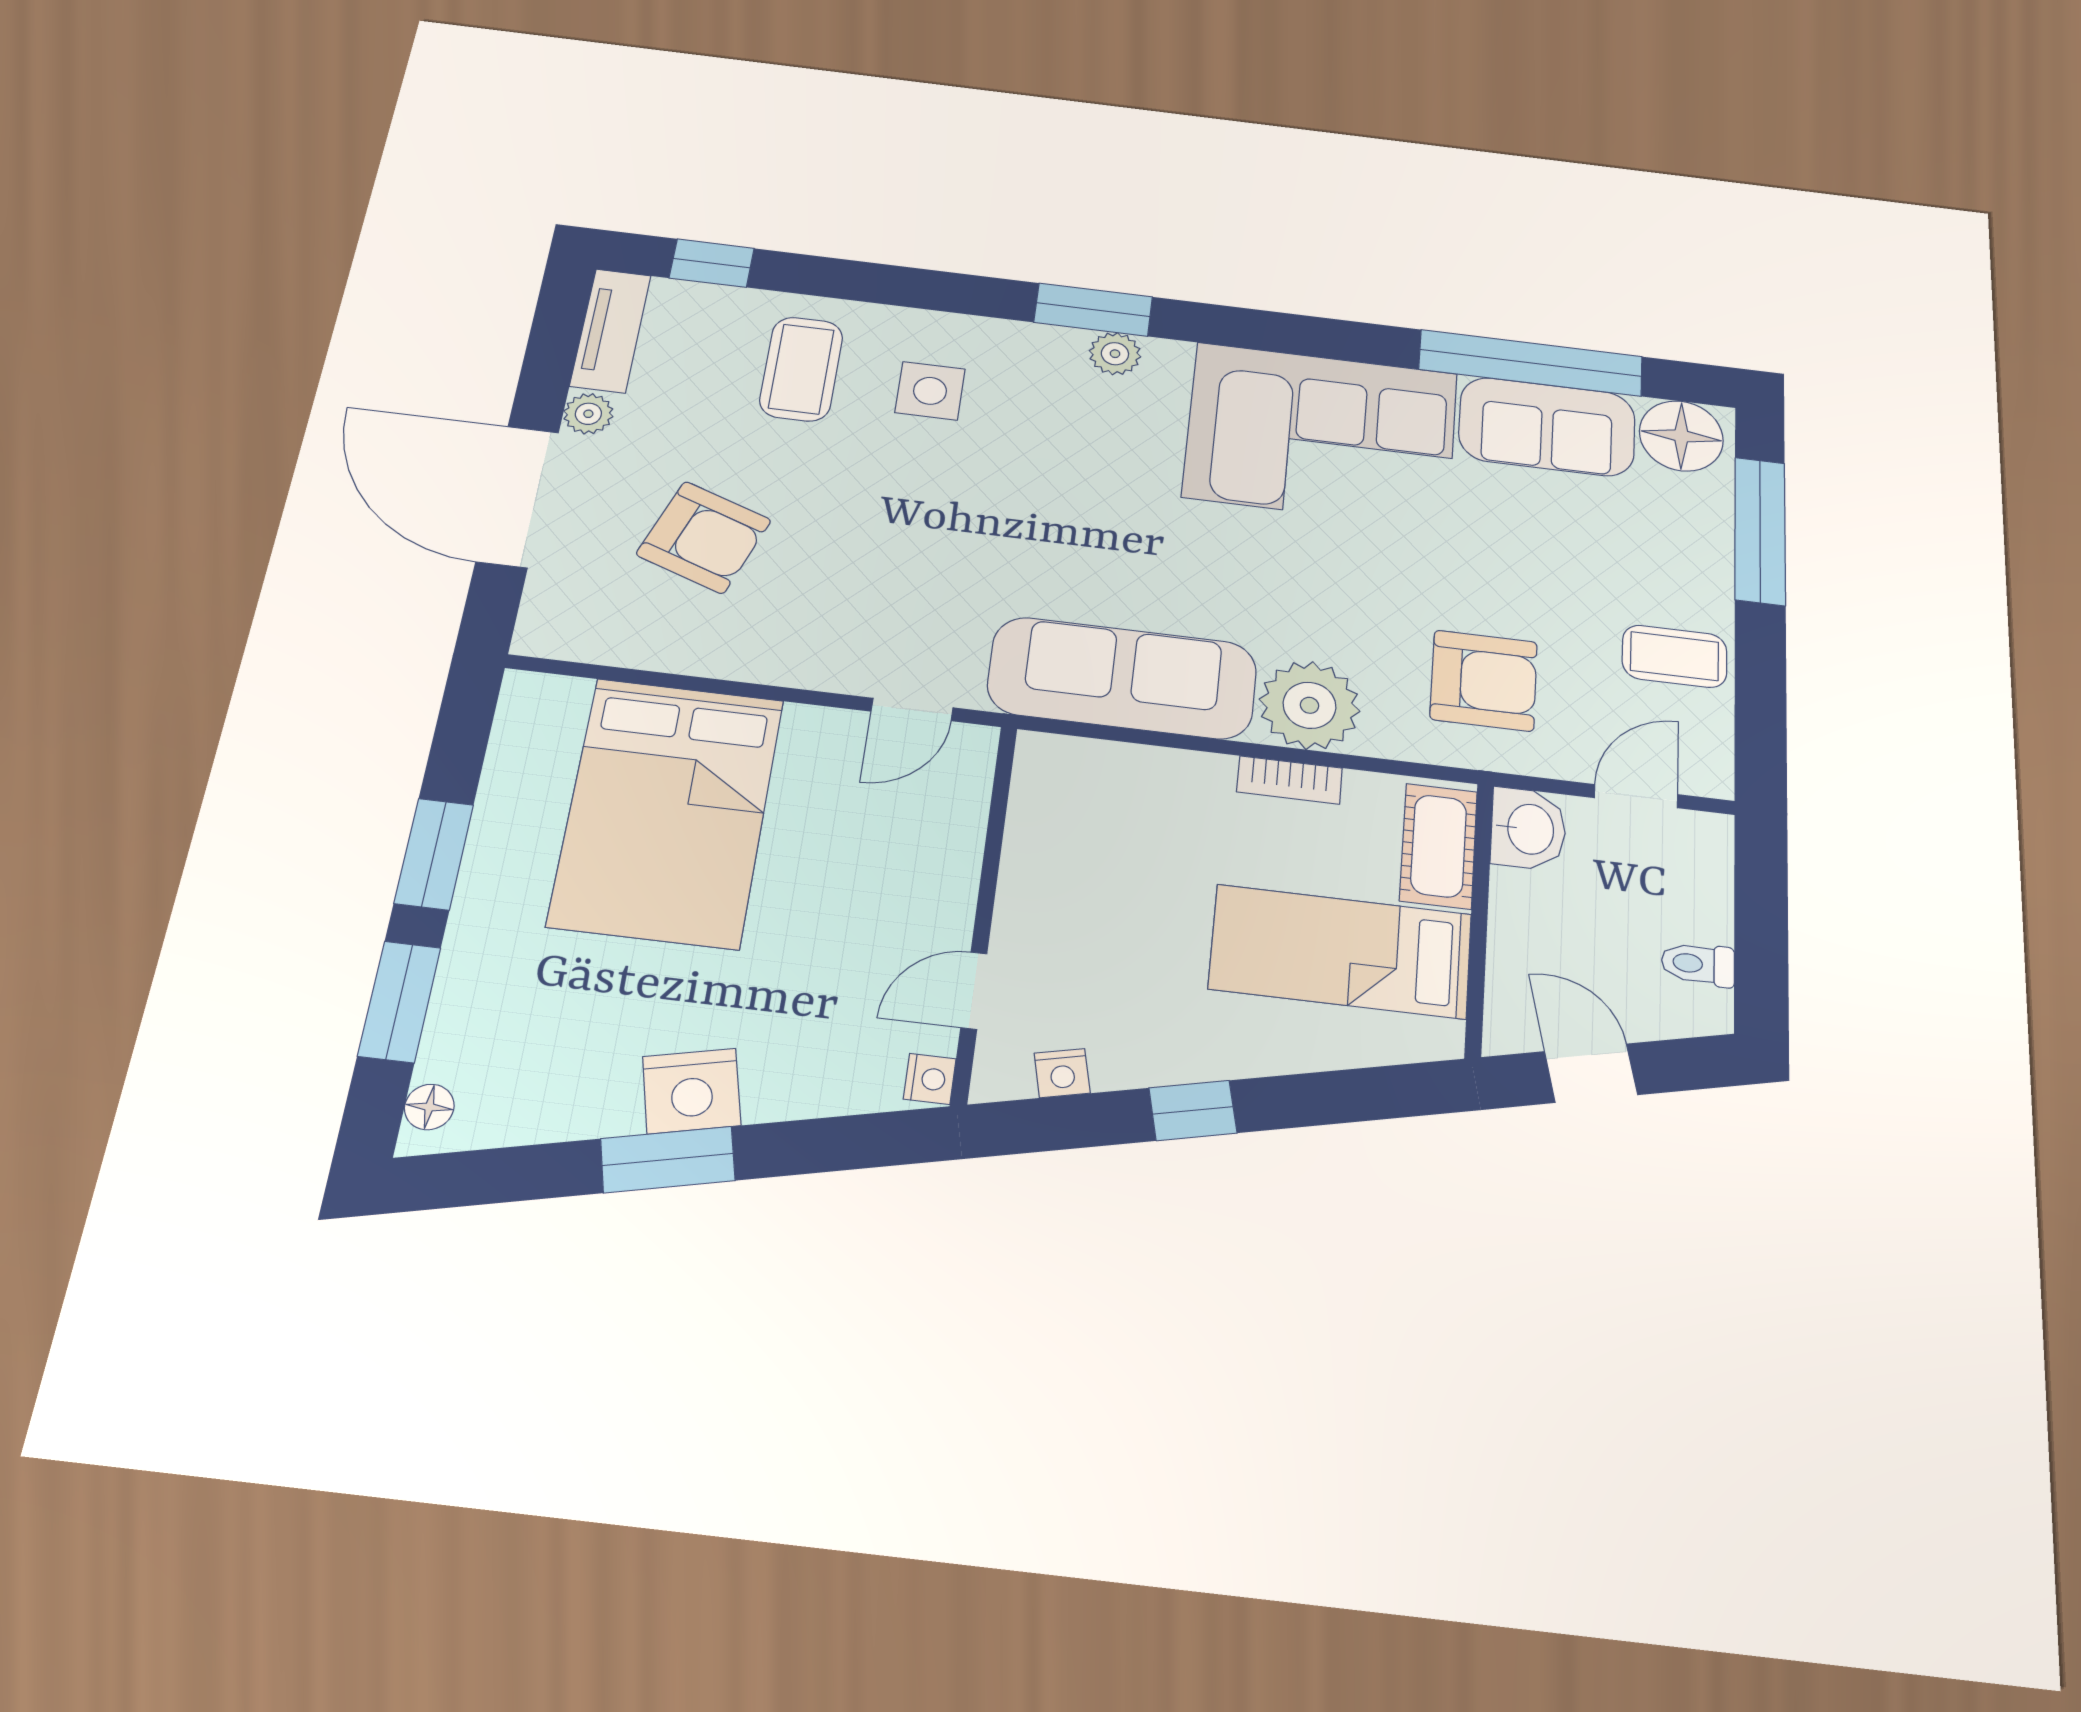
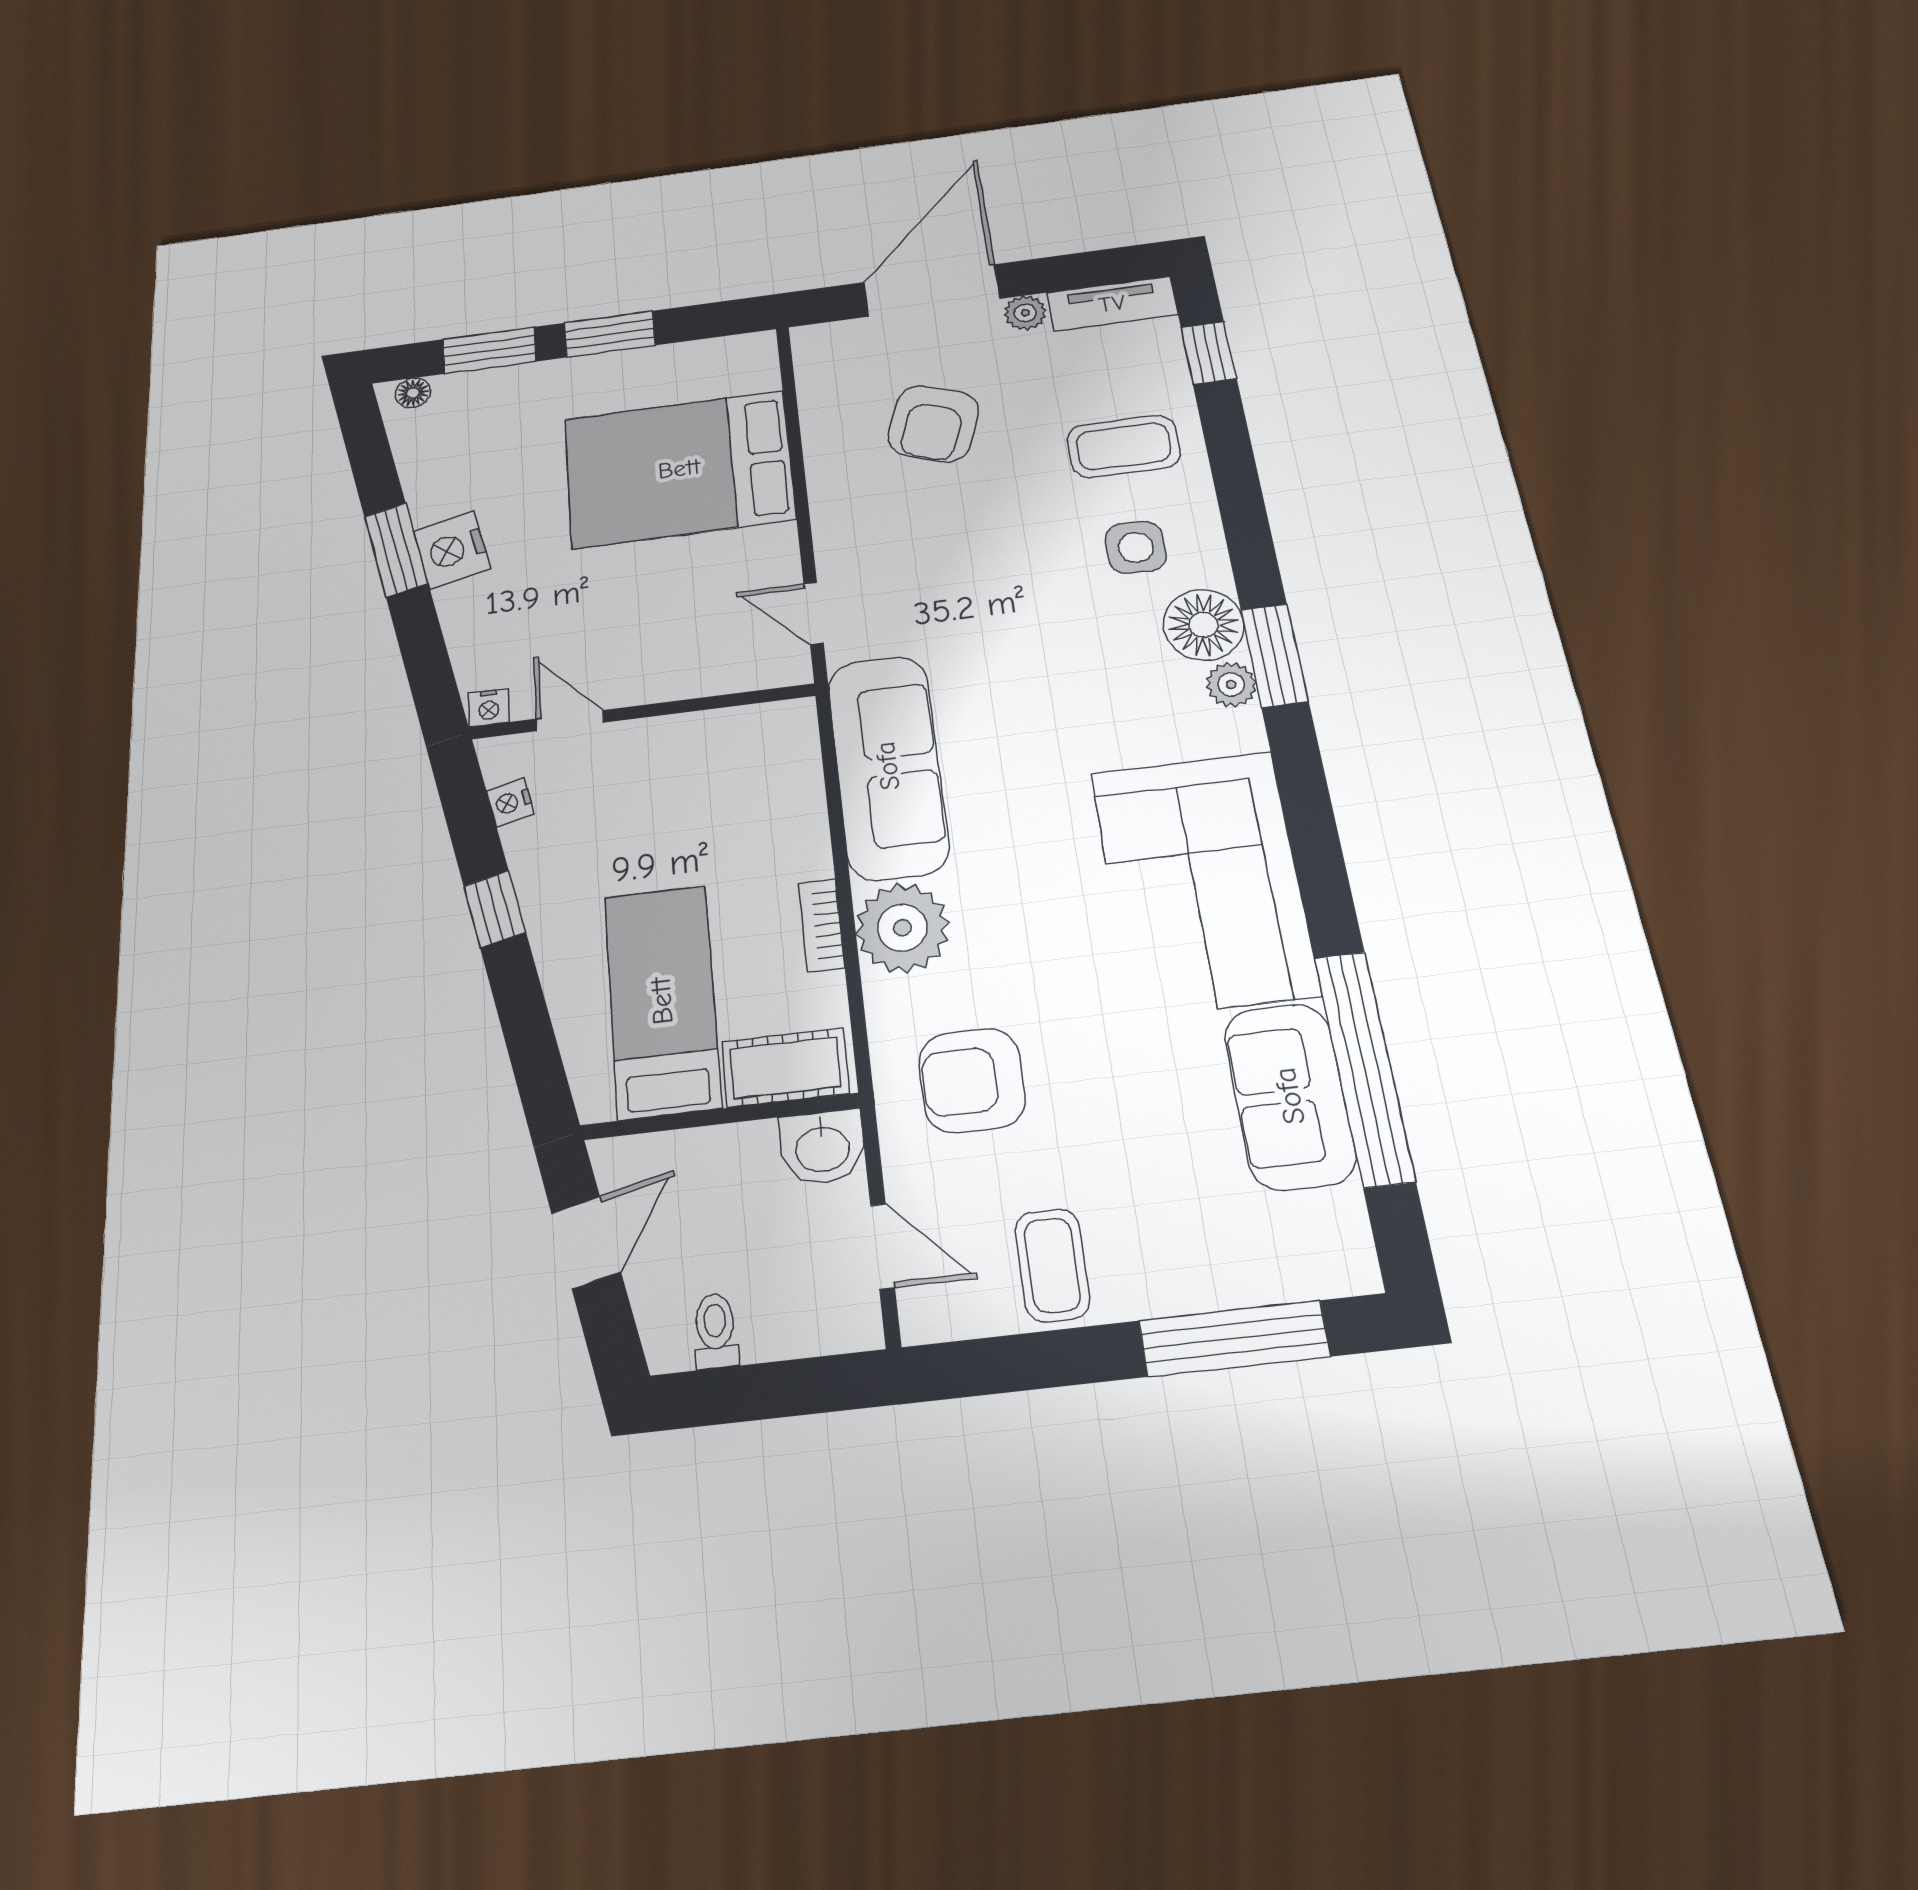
floor lamp: (1681, 436) -> (1203, 625), moved
armchair: (1484, 681) -> (972, 1080), turned 90

